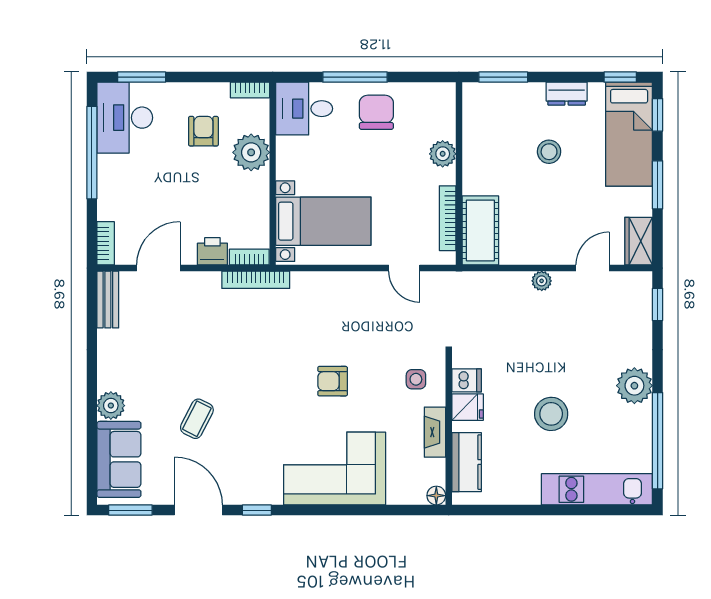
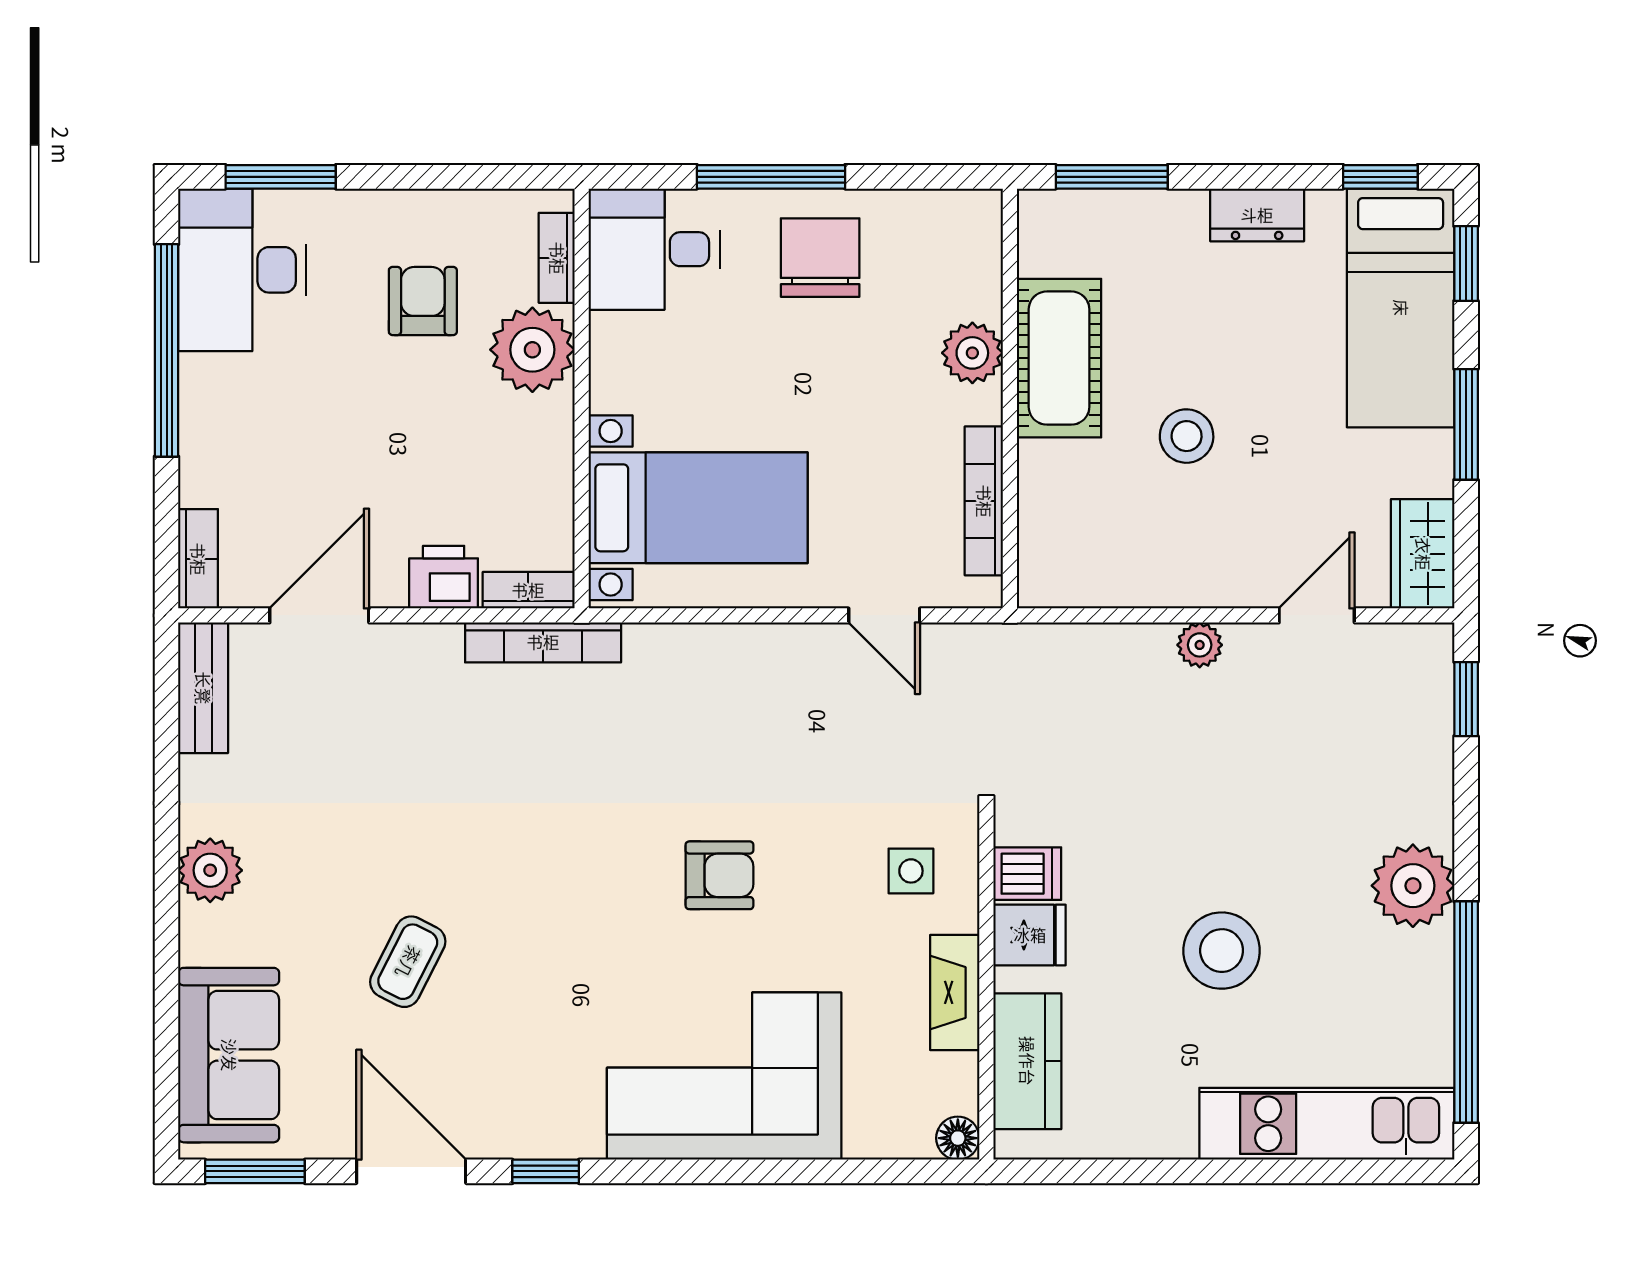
bookcase: (250, 90) -> (557, 258), moved, turned 90
stool: (549, 152) -> (1187, 436), moved
cot: (480, 230) -> (1059, 358), moved
armchair: (333, 381) -> (719, 875), turned 180
plant: (111, 406) -> (210, 870), moved

